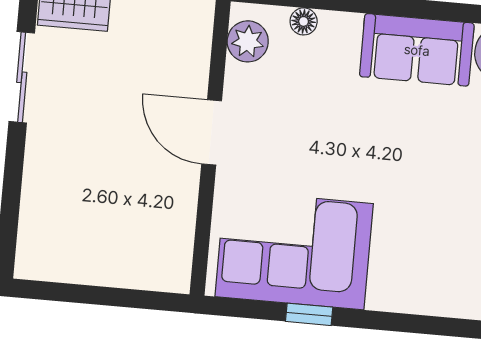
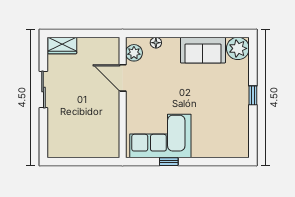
sliding door: (22, 77) -> (43, 90), moved
door: (212, 132) -> (123, 78), moved

